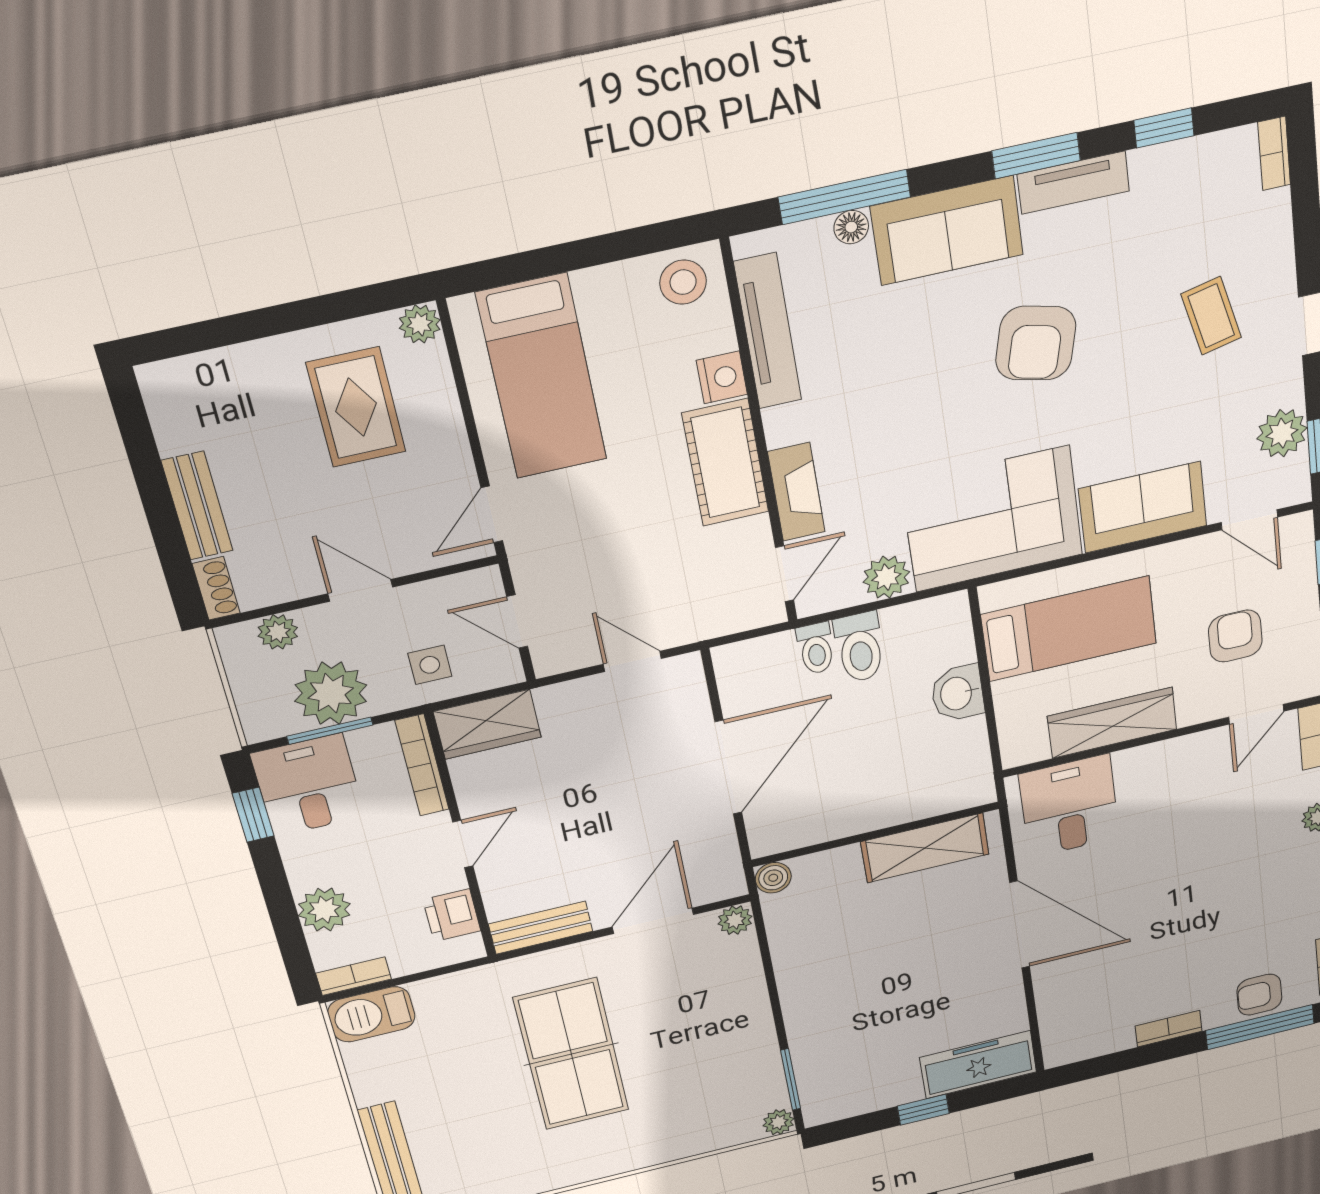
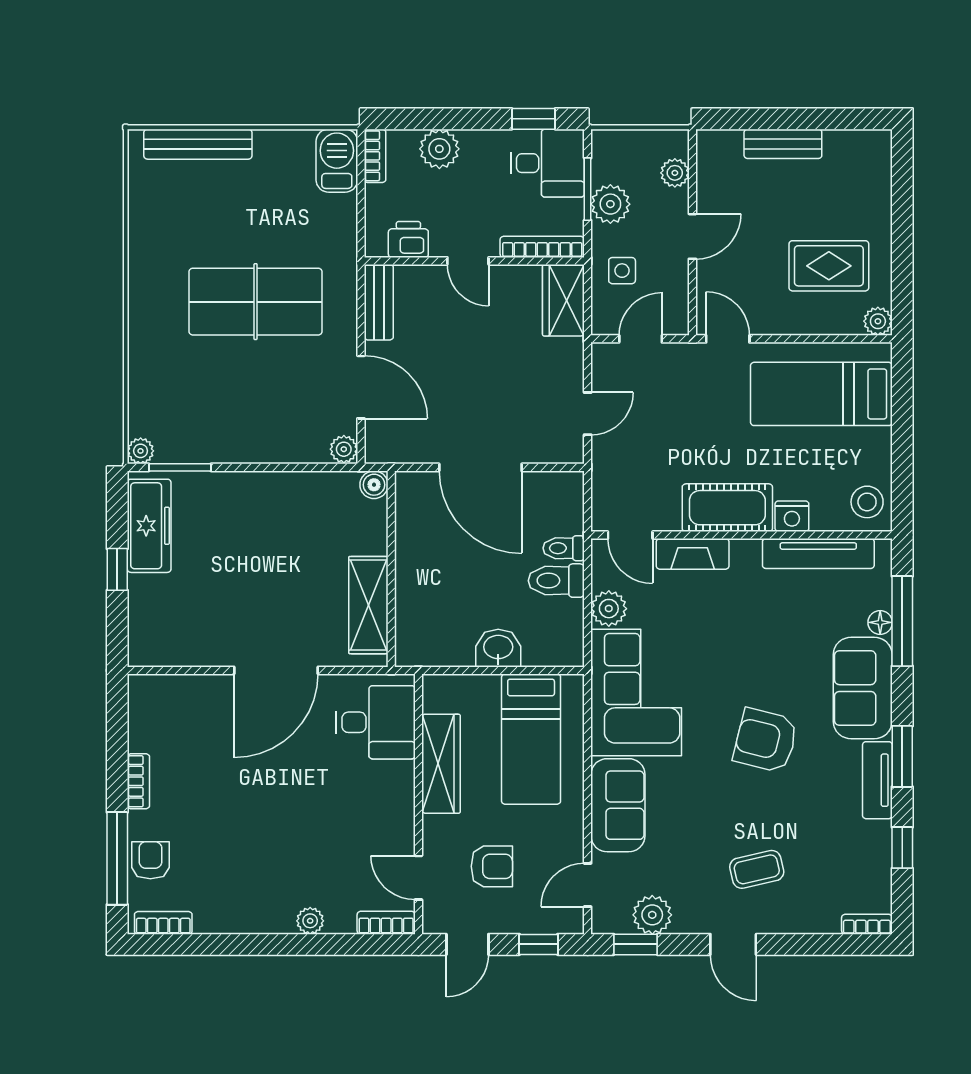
shoe rack: (216, 588) -> (719, 140), removed
plant: (331, 693) -> (610, 204), width x0.73, depth x0.73
freezer: (978, 1065) -> (149, 526), moved

